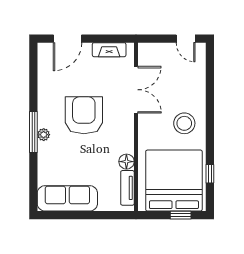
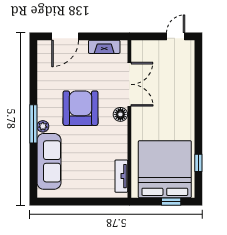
door: (186, 39) -> (176, 36), swing flipped
stool: (184, 123) -> (174, 116), removed
floor lamp: (126, 162) -> (120, 114), moved
sofa: (67, 198) -> (49, 161), moved, turned 90

